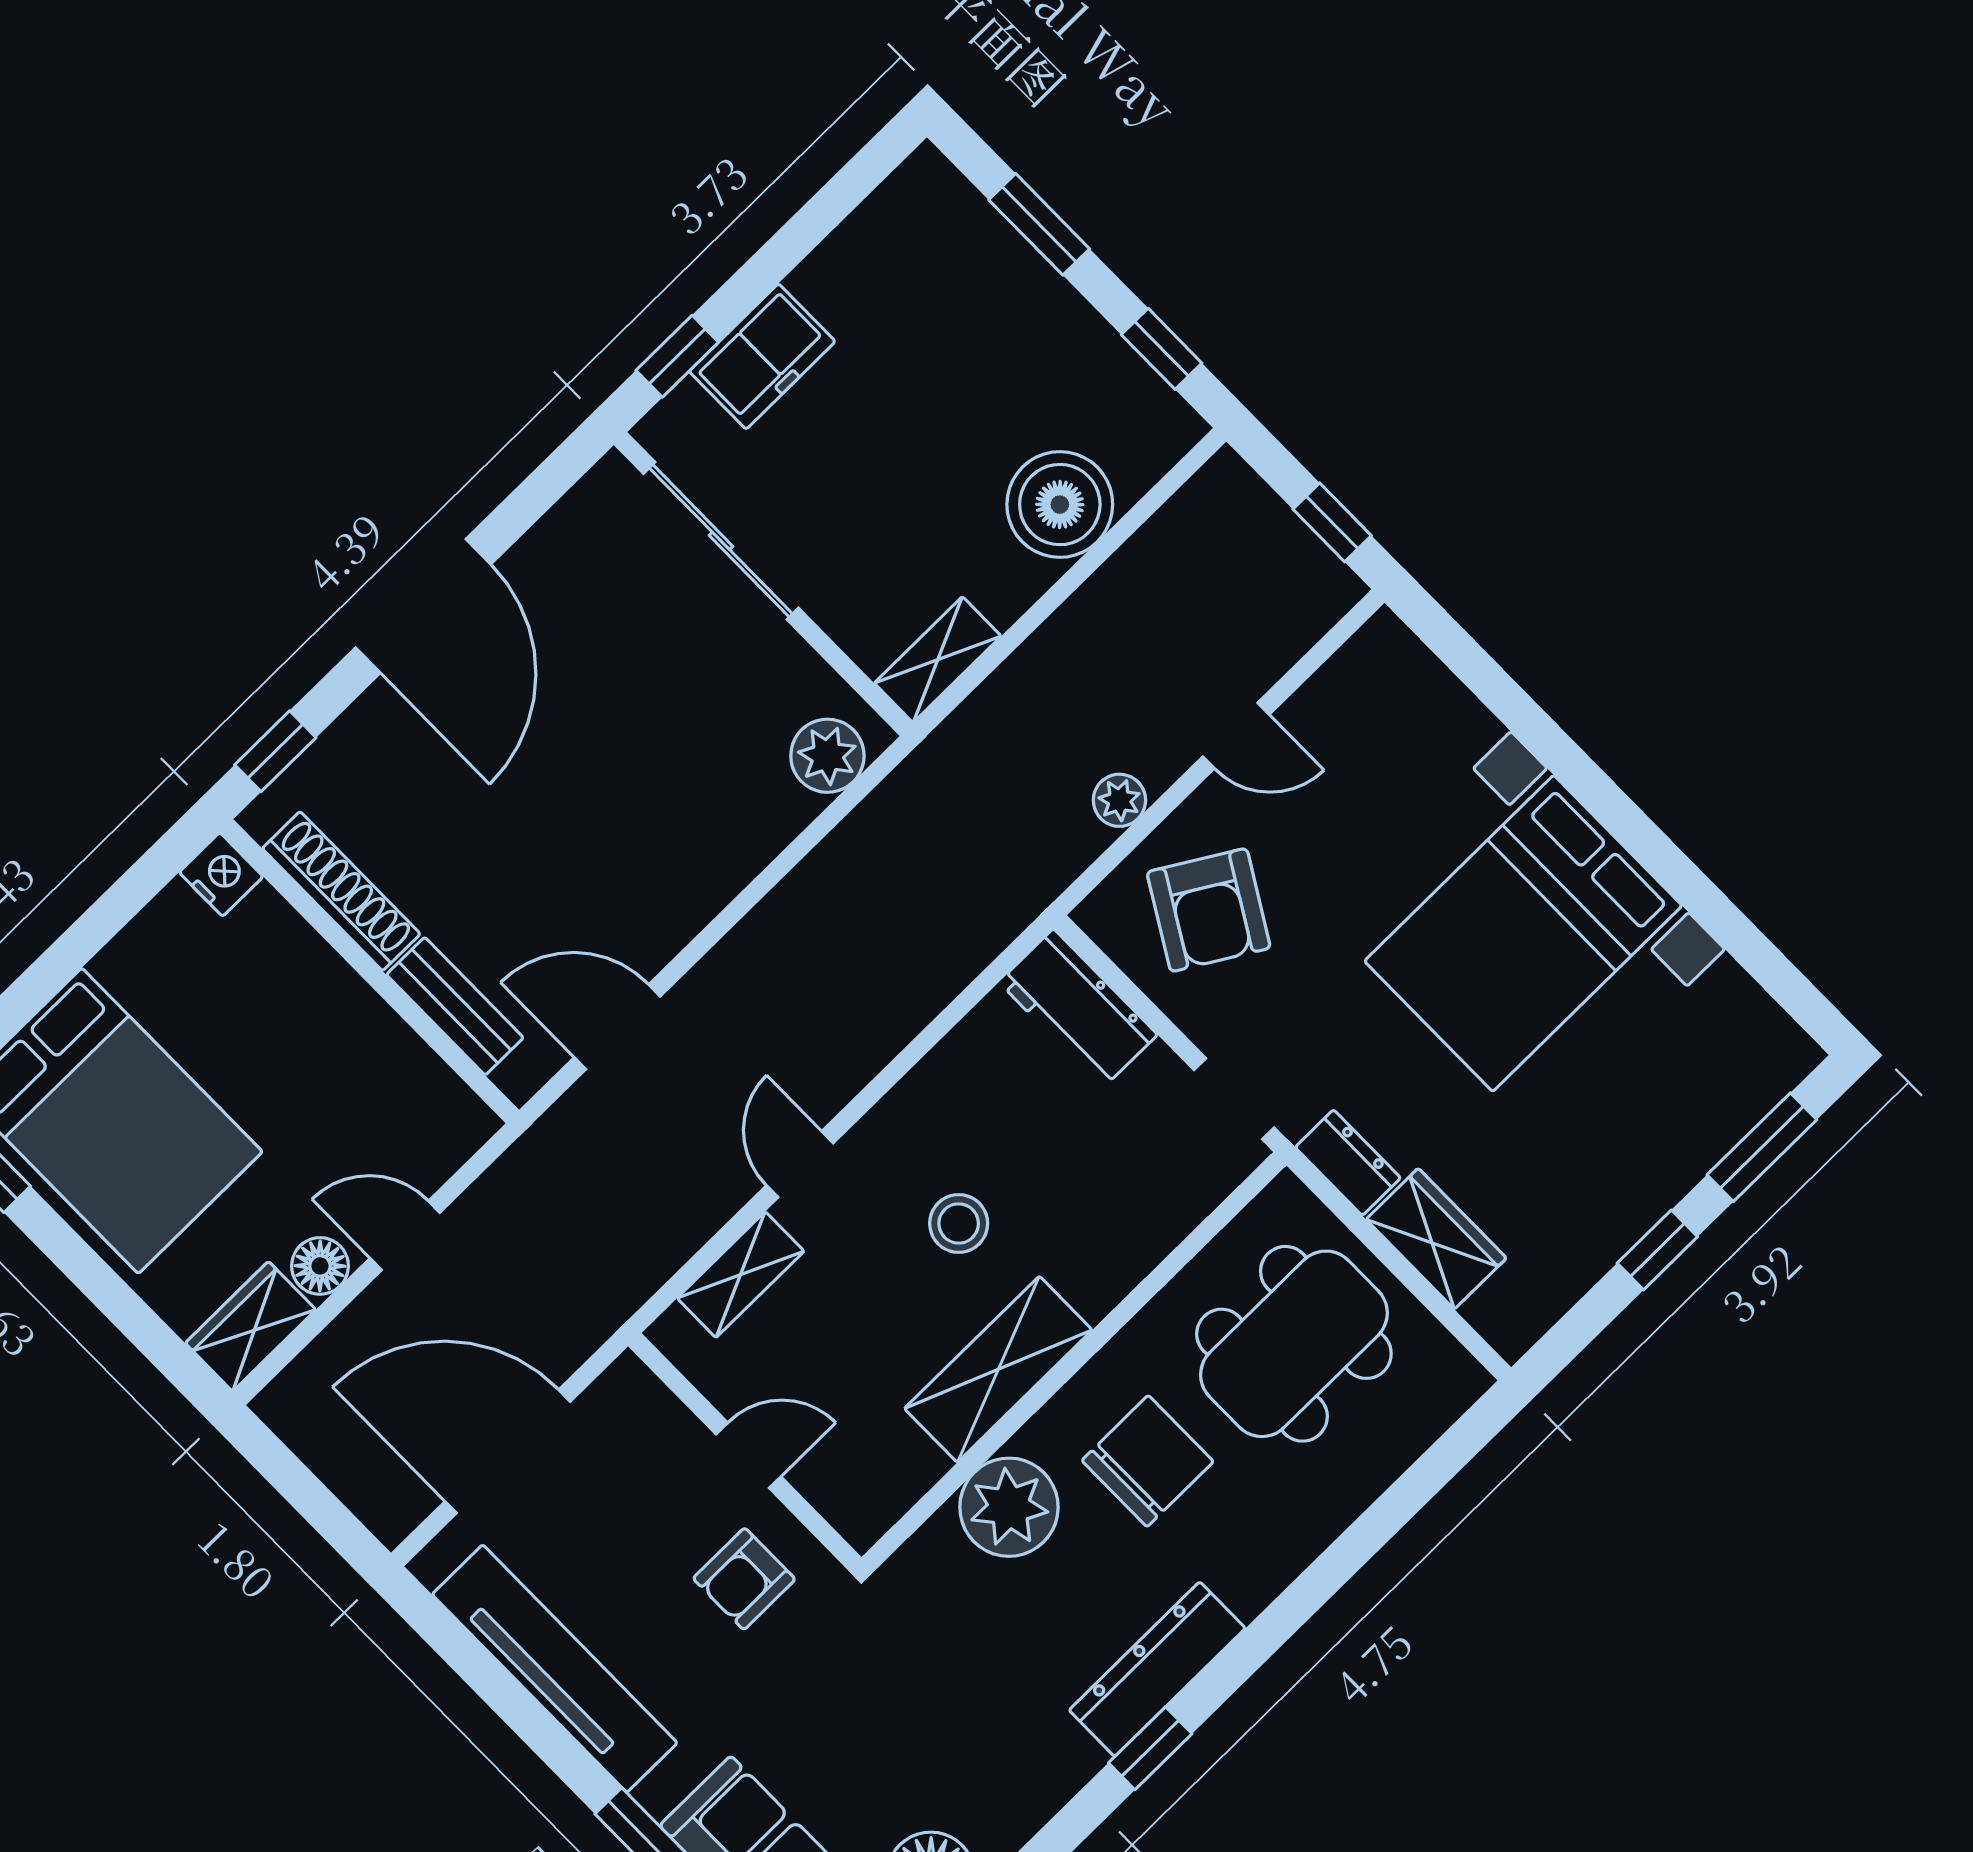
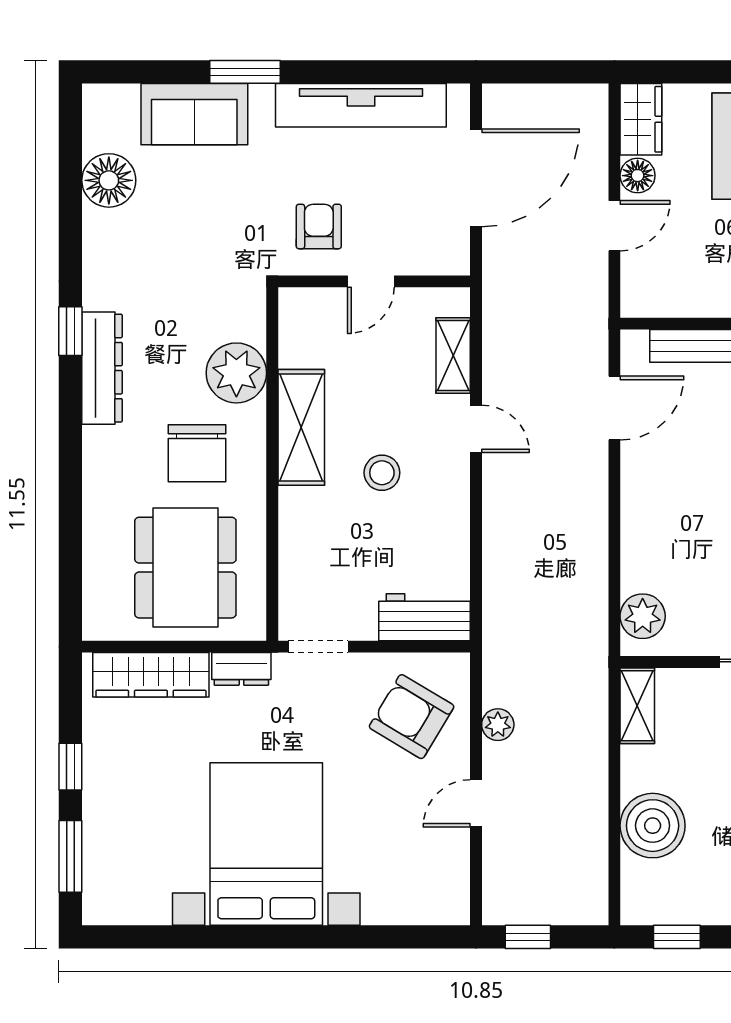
wardrobe: (1436, 1239) -> (151, 675), width x1.50

